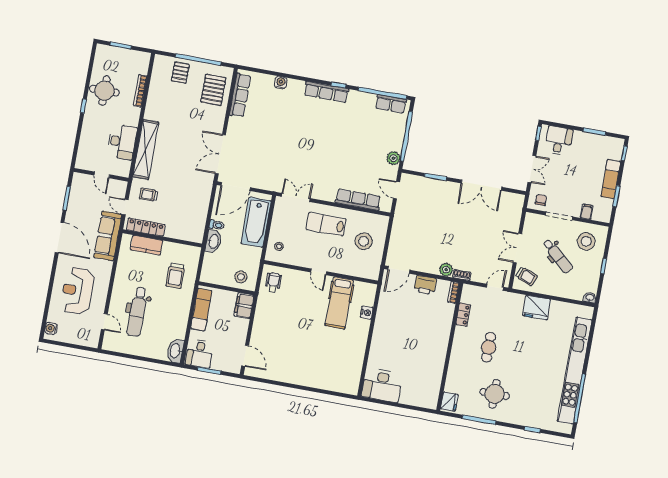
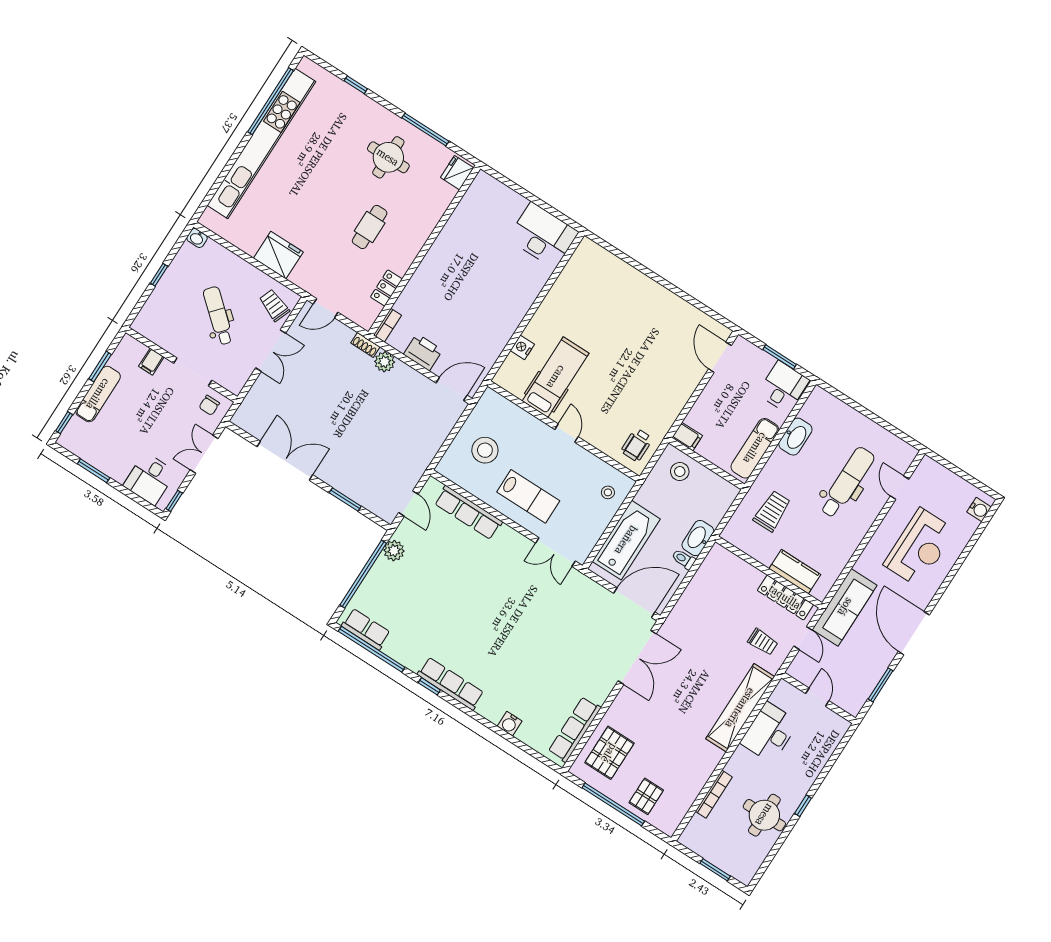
stool: (586, 241) -> (169, 320), removed
filing cabinet: (244, 306) -> (687, 437), width x0.50
washbasin: (175, 351) -> (795, 437), moved

